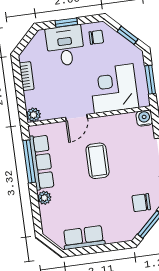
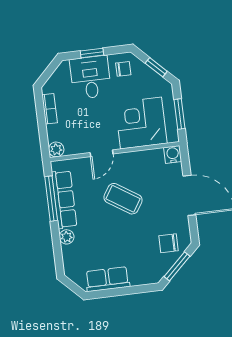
coffee table: (98, 161) -> (123, 199), turned -57

